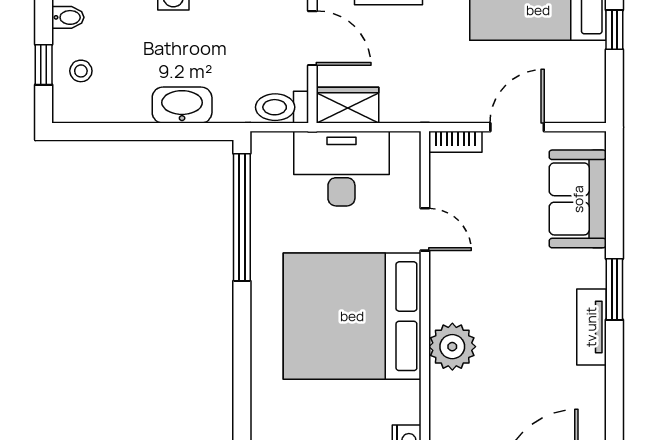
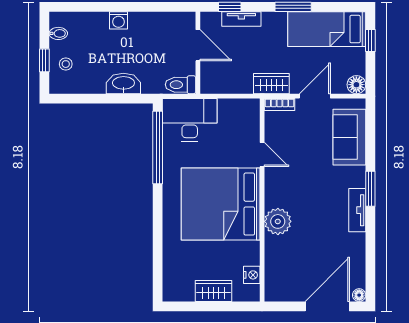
wardrobe: (347, 105) -> (271, 84), moved
floor lamp: (590, 107) -> (356, 85), added
desk: (341, 169) -> (190, 120), moved

